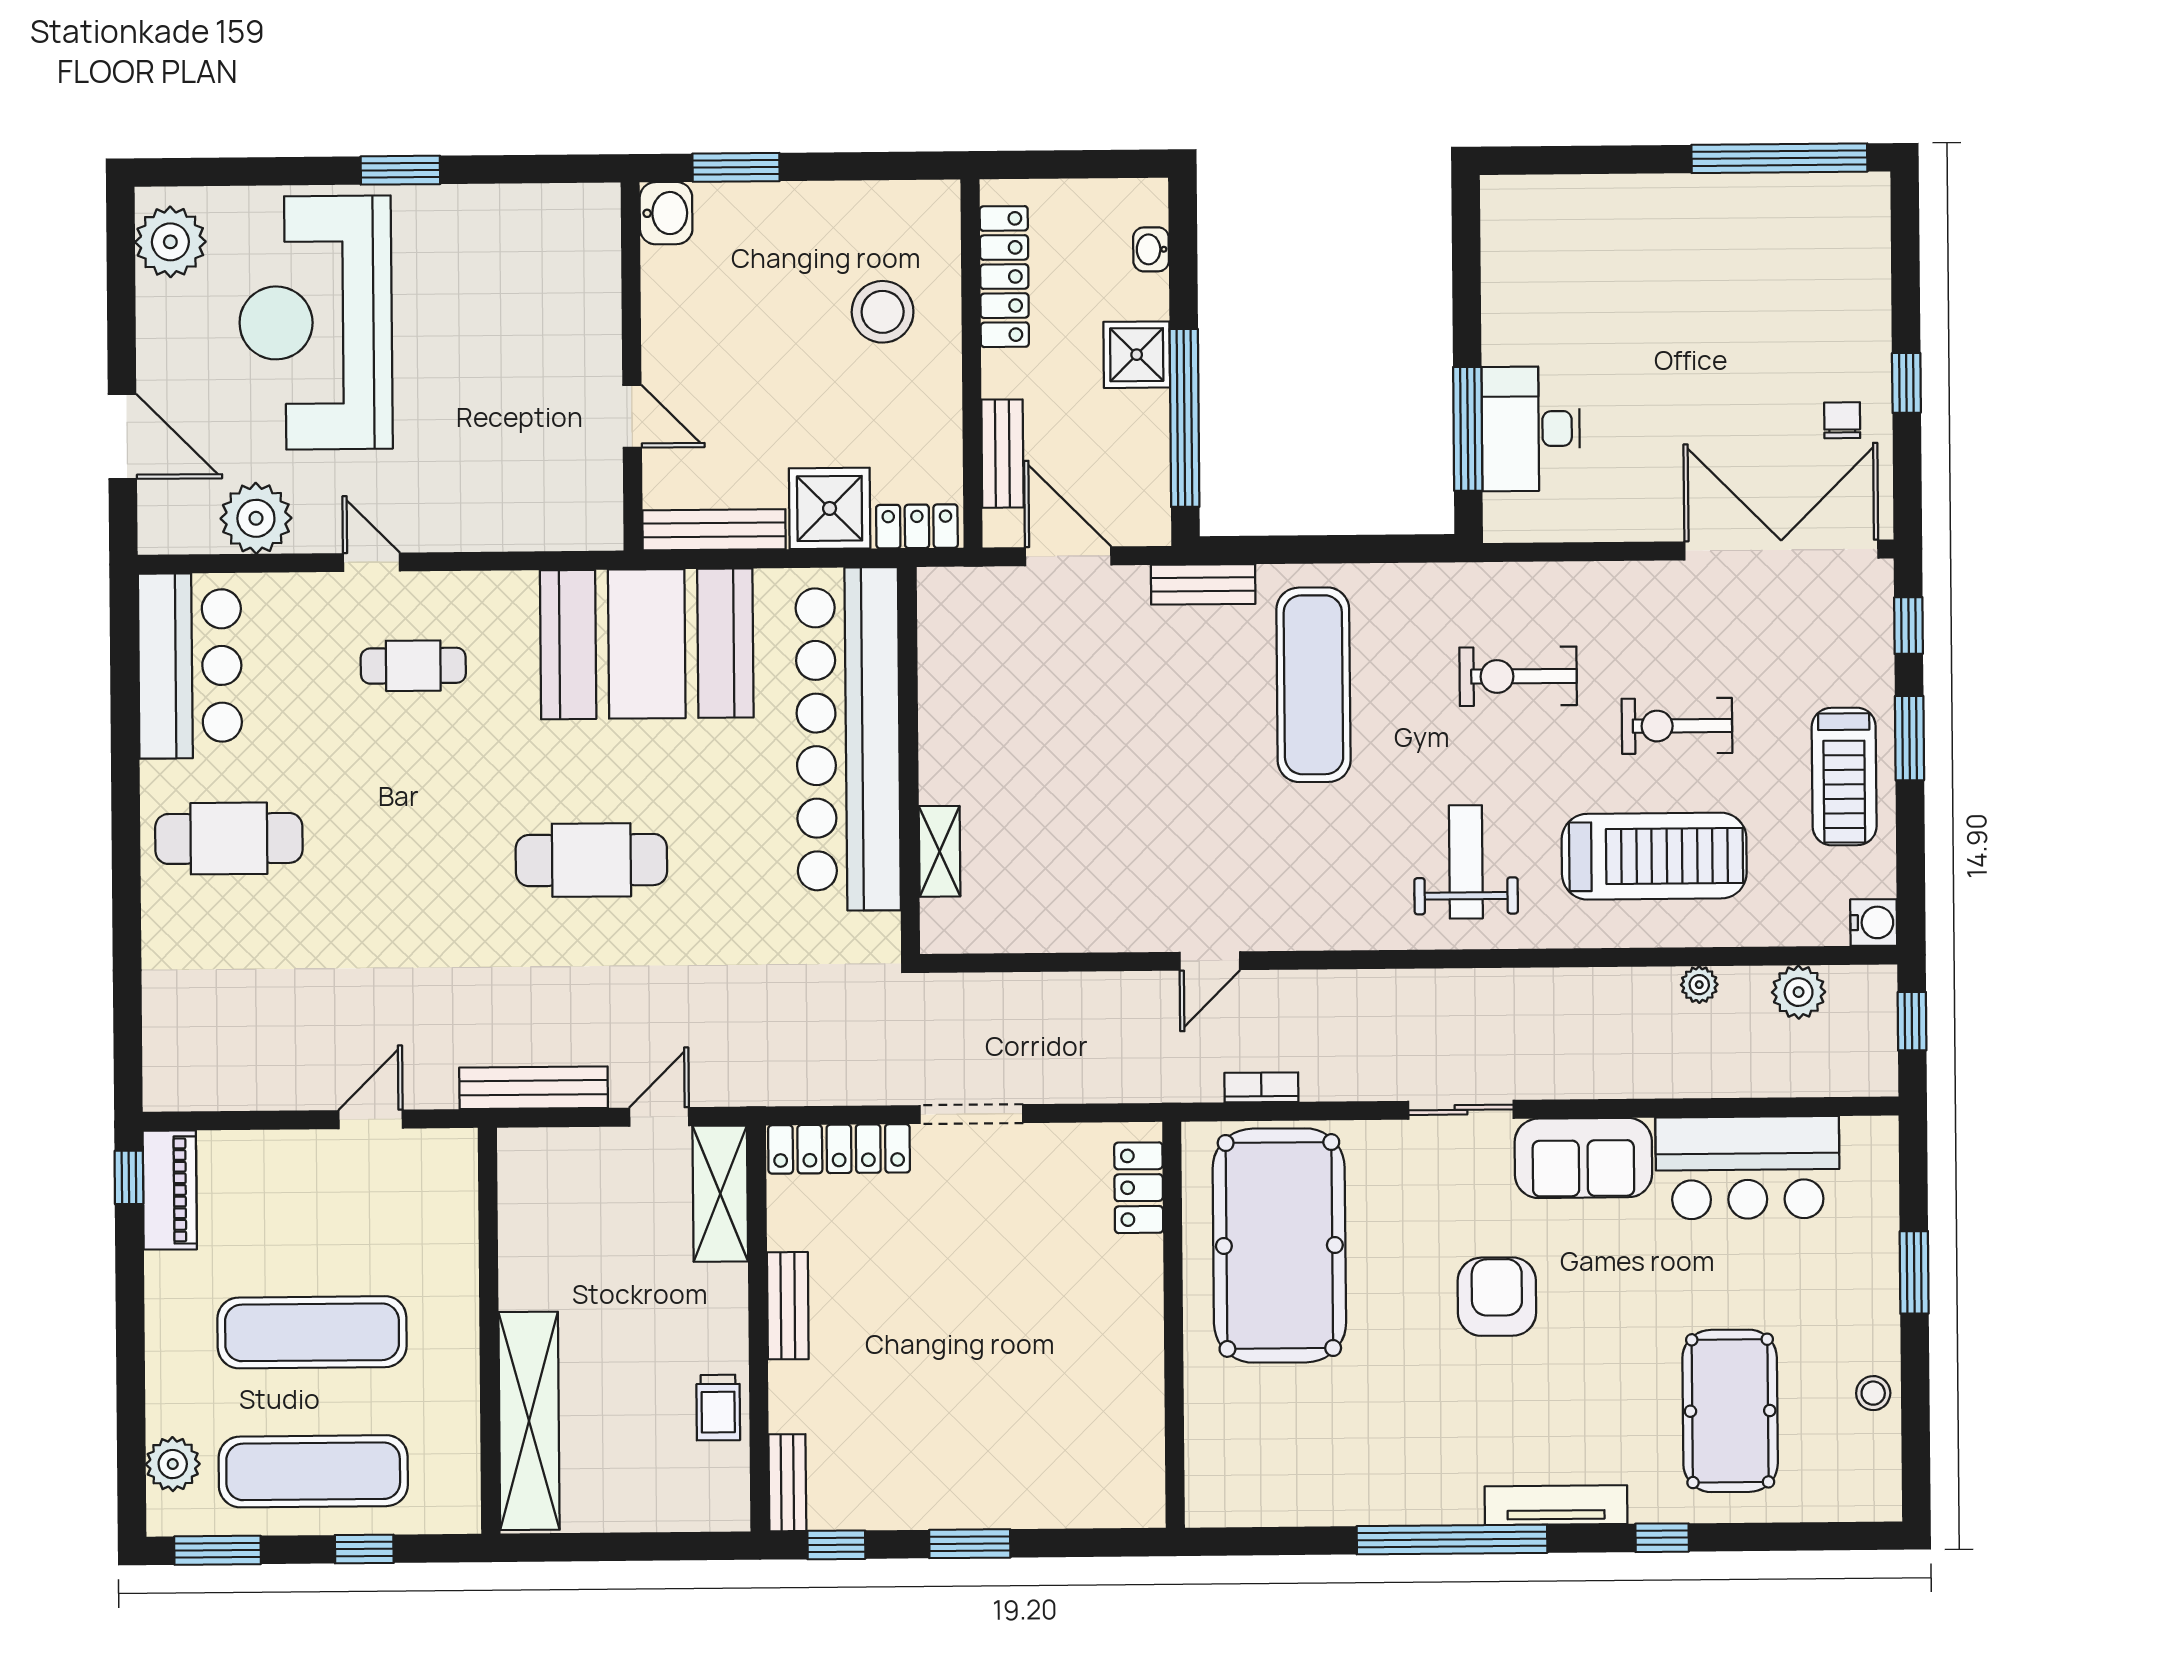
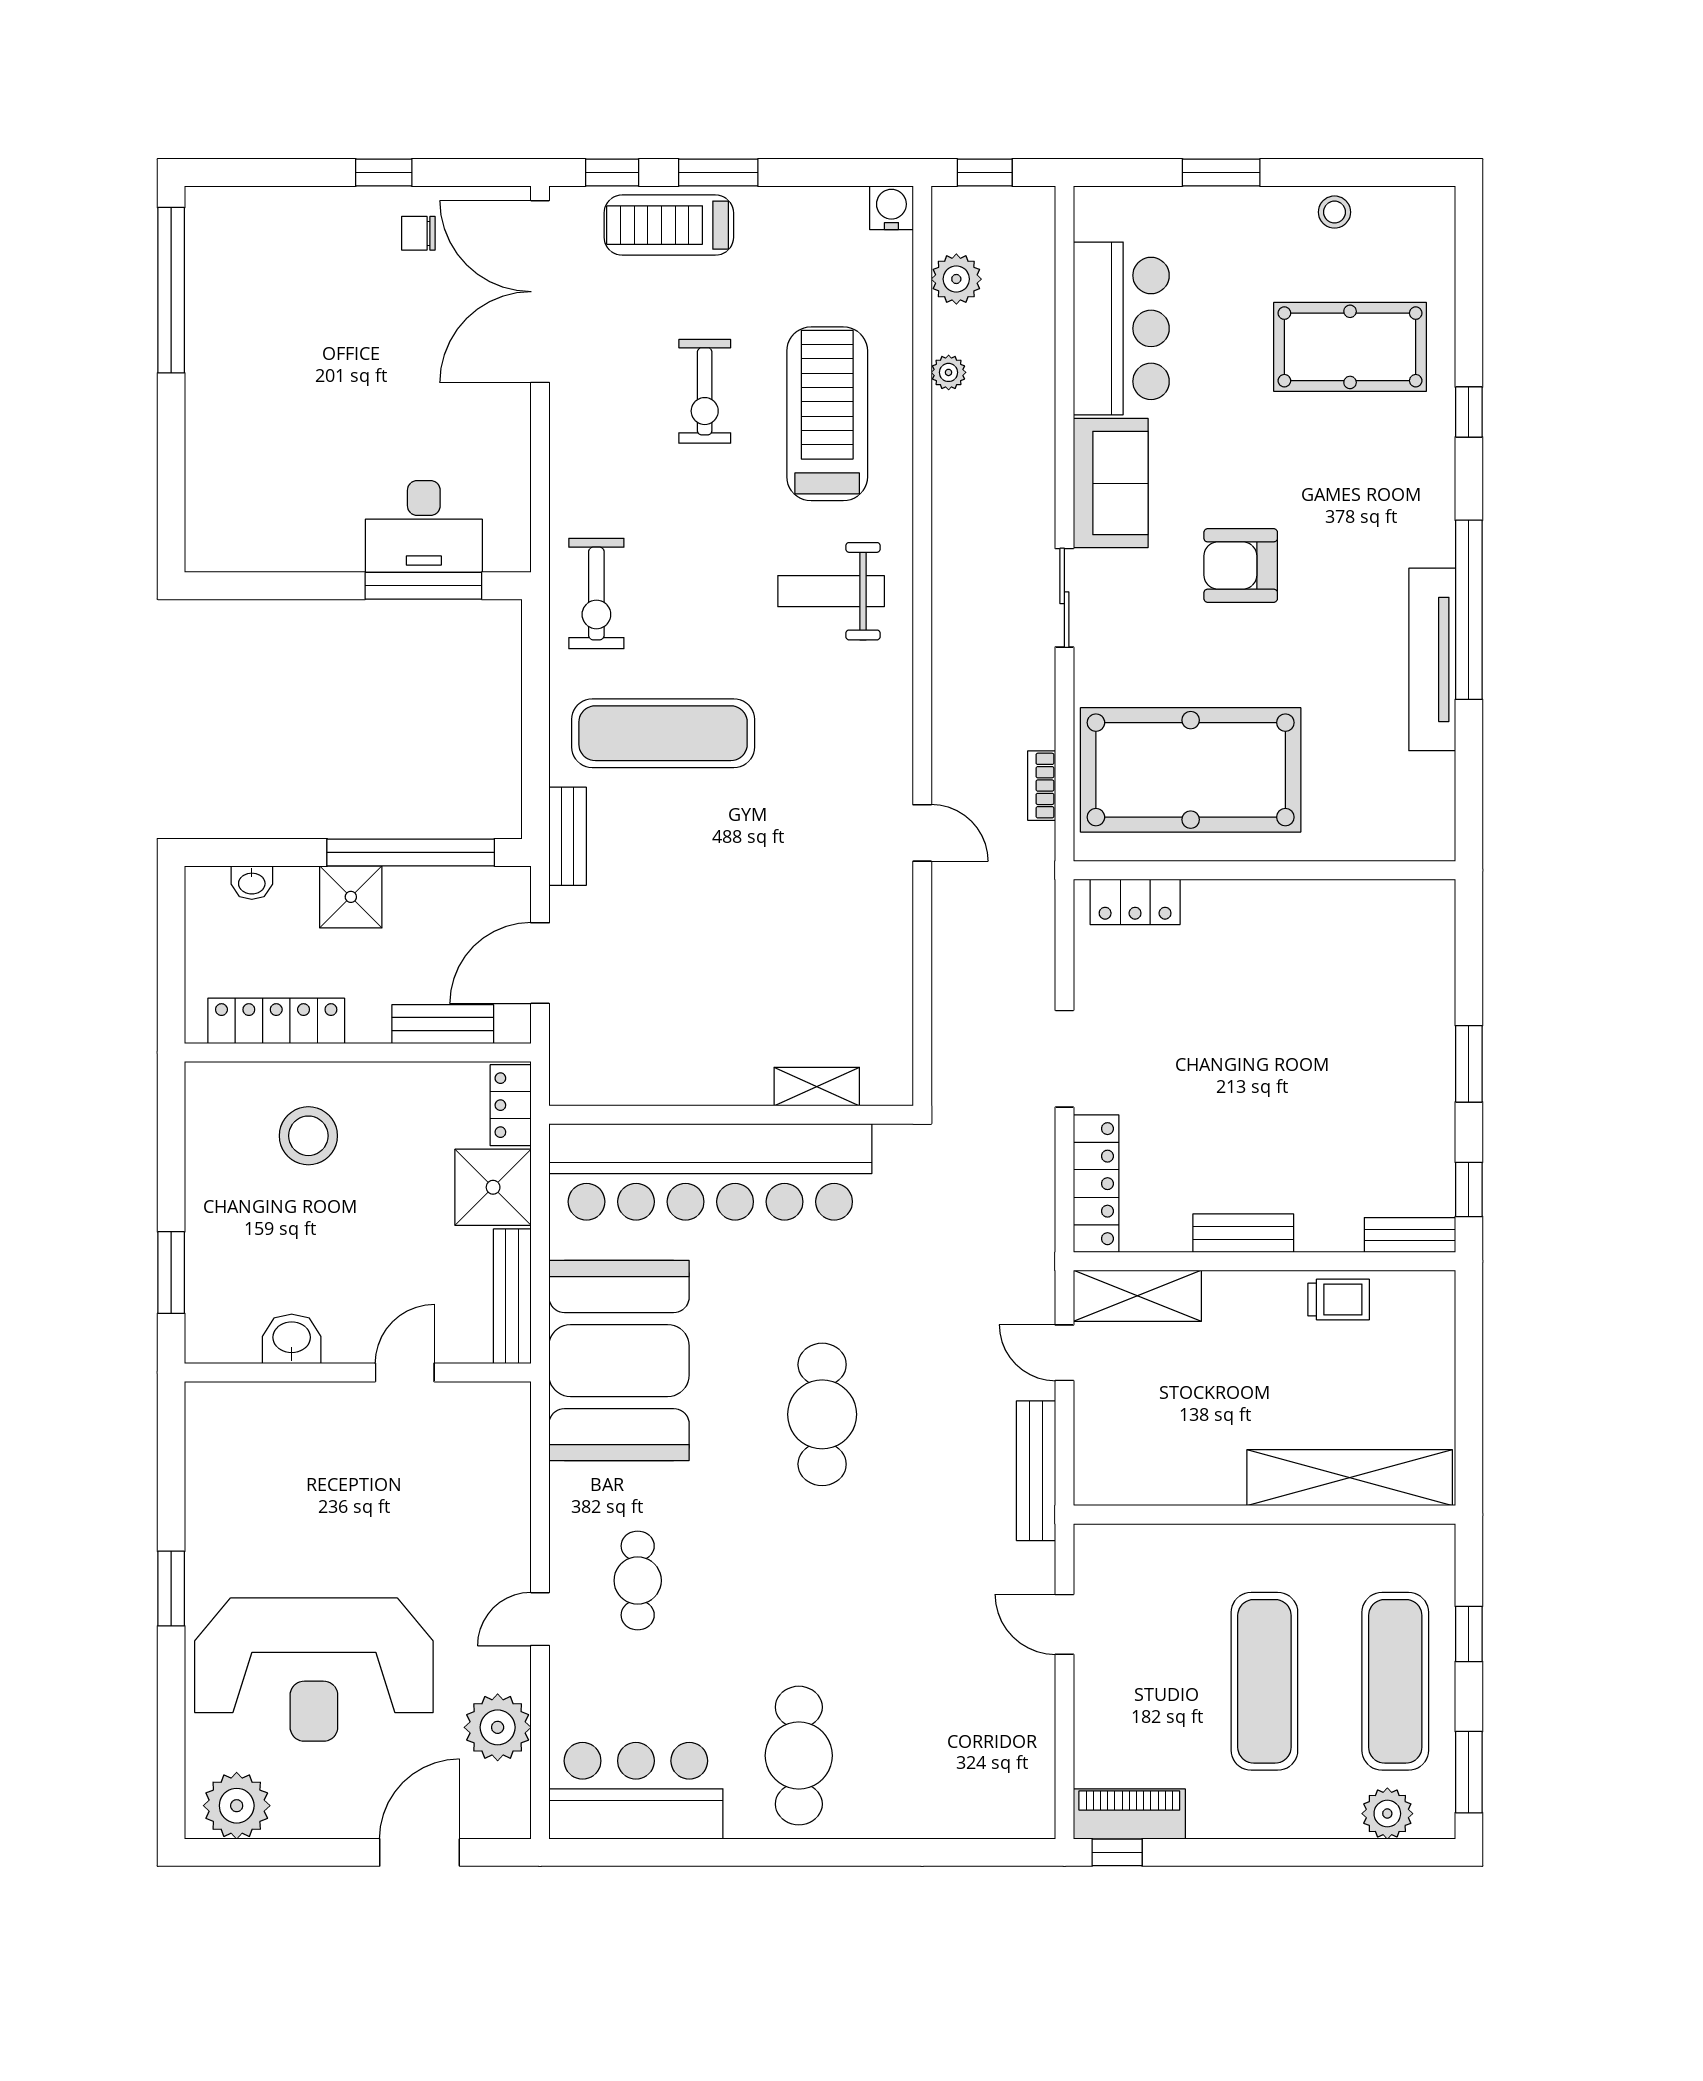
washbasin: (666, 213) -> (292, 1339), moved
exercise bike: (1518, 676) -> (596, 594), moved
treadmill: (1844, 777) -> (669, 225), moved, turned 180
tv unit: (1556, 1505) -> (1432, 659), moved, width x1.36, depth x1.29

